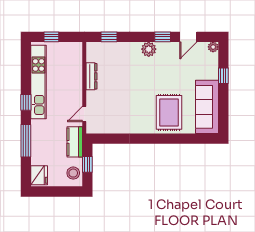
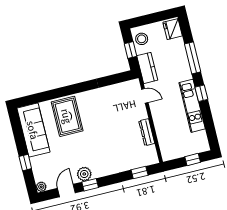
plant: (149, 49) -> (84, 174), moved
kitchen unit: (38, 82) -> (192, 106), width x0.73
door: (84, 114) -> (145, 96), hinge flipped

